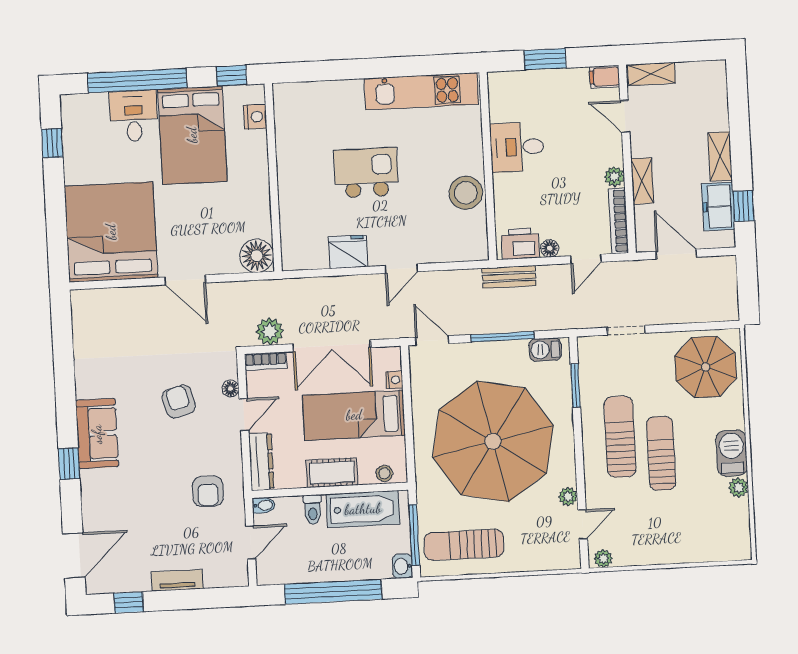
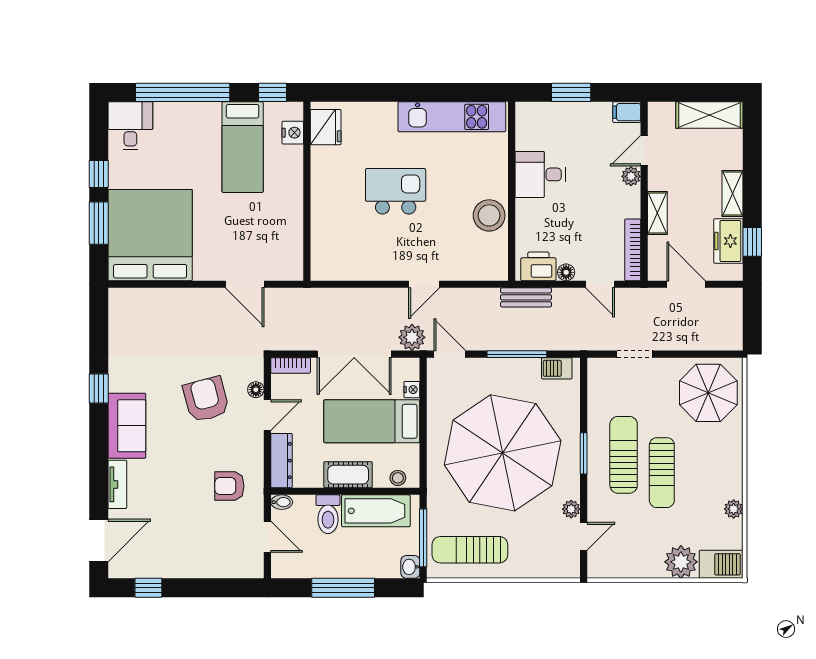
shelving: (651, 74) -> (709, 115), moved, width x1.50, depth x1.33
desk: (134, 116) -> (130, 126), moved
door: (625, 116) -> (644, 151), hinge flipped
bed: (192, 135) -> (243, 147), width x0.67
window: (52, 143) -> (99, 174), moved
plant: (614, 177) -> (631, 176), moved
window: (56, 222) -> (99, 223), added
fridge: (348, 252) -> (326, 127), moved, turned 90
floor lamp: (257, 256) -> (287, 265), removed
door: (586, 259) -> (600, 284), hinge flipped
door: (185, 280) -> (245, 284), moved
plant: (270, 331) -> (412, 337), moved
window: (575, 385) -> (584, 453), moved
armchair: (179, 401) -> (206, 399), width x1.38, depth x1.38
sun lounger: (661, 453) -> (662, 473), turned 180
barbecue: (732, 453) -> (721, 564), moved, turned 90
window: (69, 464) -> (99, 389), moved
armchair: (208, 491) -> (229, 486), turned 90
toilet: (313, 510) -> (328, 514), width x1.37, depth x1.39
door: (251, 542) -> (267, 537), hinge flipped
plant: (603, 558) -> (681, 562), moved, width x1.87, depth x1.87
tv unit: (177, 580) -> (117, 484), moved, turned 90
window: (333, 592) -> (343, 588), width x0.68

